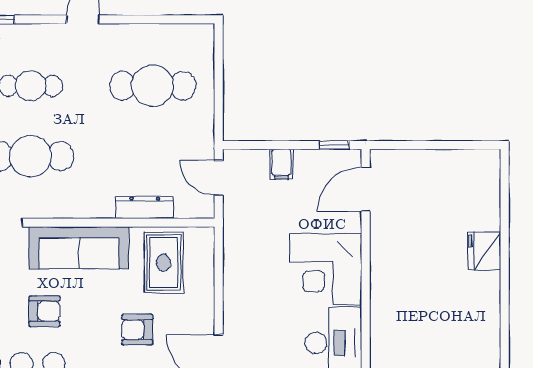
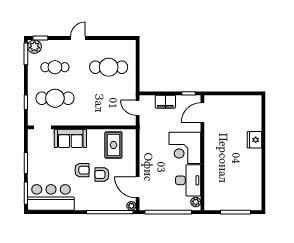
filing cabinet: (281, 164) -> (165, 102), width x2.00
dresser: (145, 207) -> (105, 121), removed
sofa: (79, 248) -> (70, 138), width x0.73
armchair: (44, 311) -> (82, 170), moved

